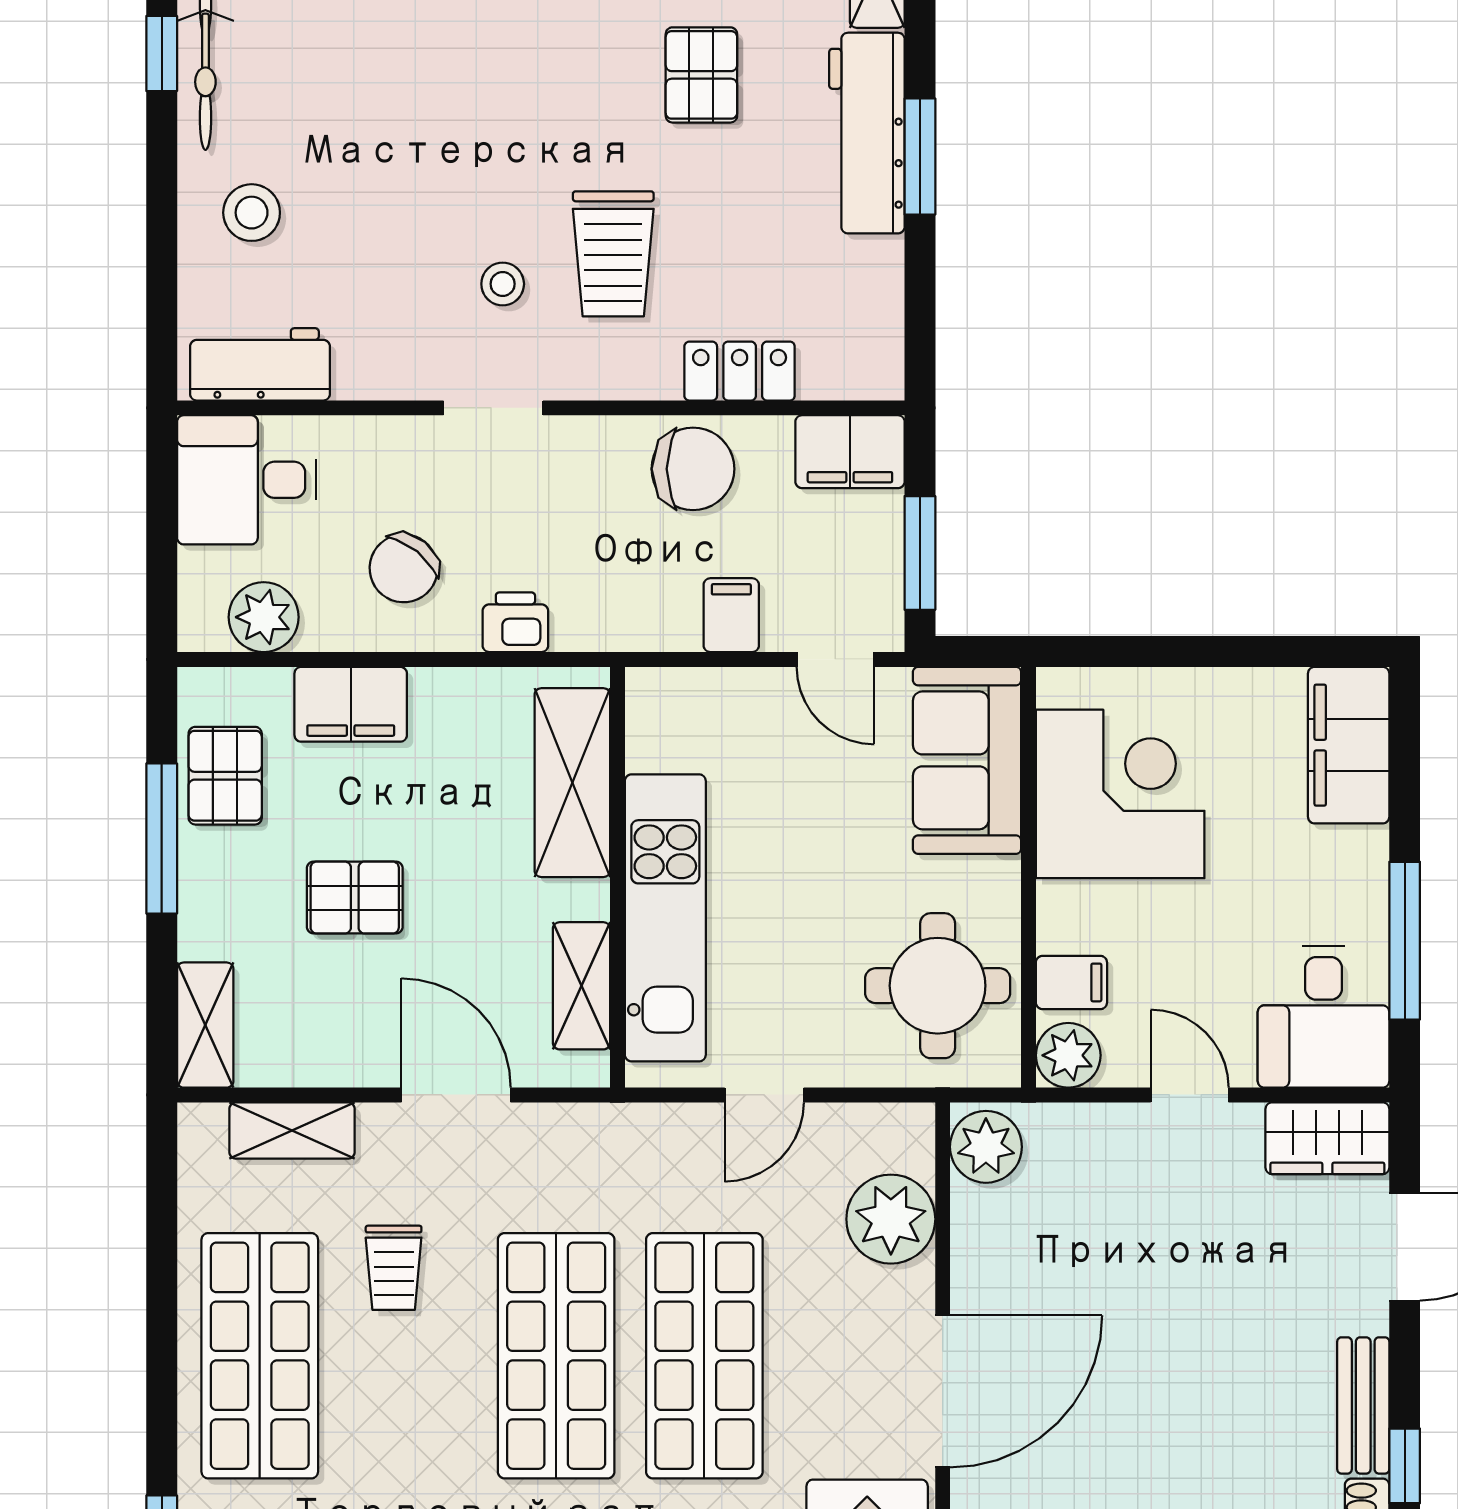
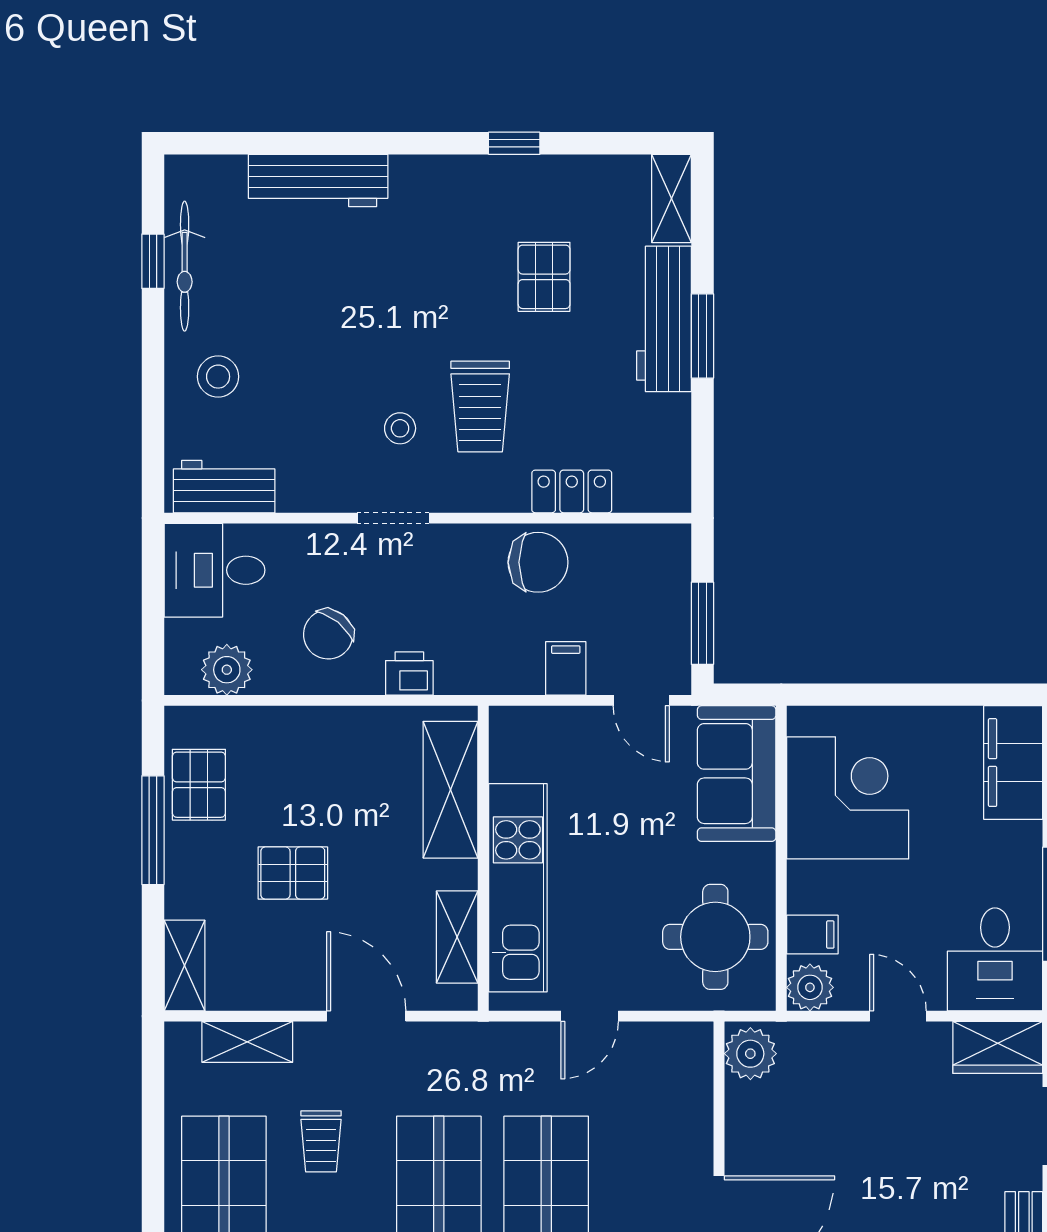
filing cabinet: (850, 452) -> (652, 550), removed
filing cabinet: (351, 704) -> (290, 733), removed
plant: (891, 1219) -> (681, 1106), removed

